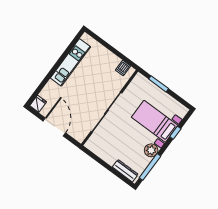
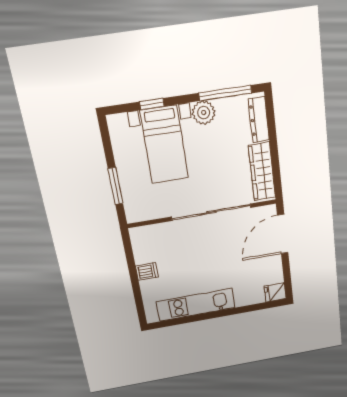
dishwasher: (123, 68) -> (147, 272), moved
door: (54, 127) -> (283, 234), moved
wardrobe: (102, 151) -> (262, 172), added

